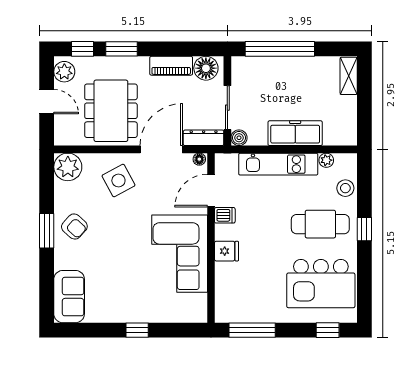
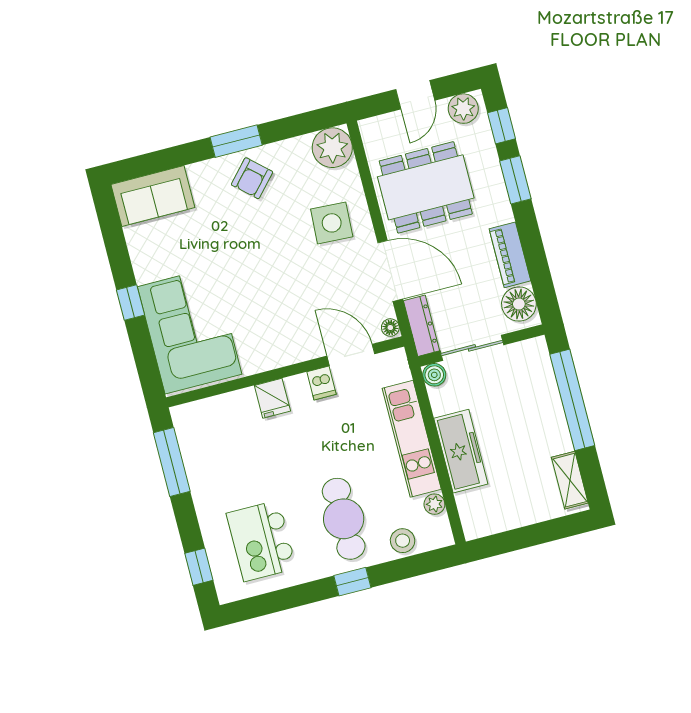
shelving: (349, 76) -> (570, 480), moved, turned 90
side table: (118, 180) -> (332, 223), turned 31
corner sofa: (180, 254) -> (190, 330), moved, turned 90
kitchen island: (321, 284) -> (261, 541), width x0.73, depth x0.78

